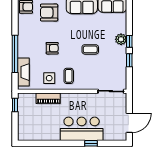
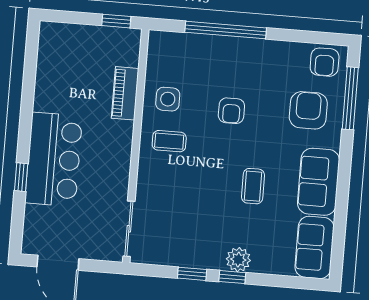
coffee table: (90, 49) -> (253, 186), moved
fireplace: (23, 72) -> (185, 45), removed

